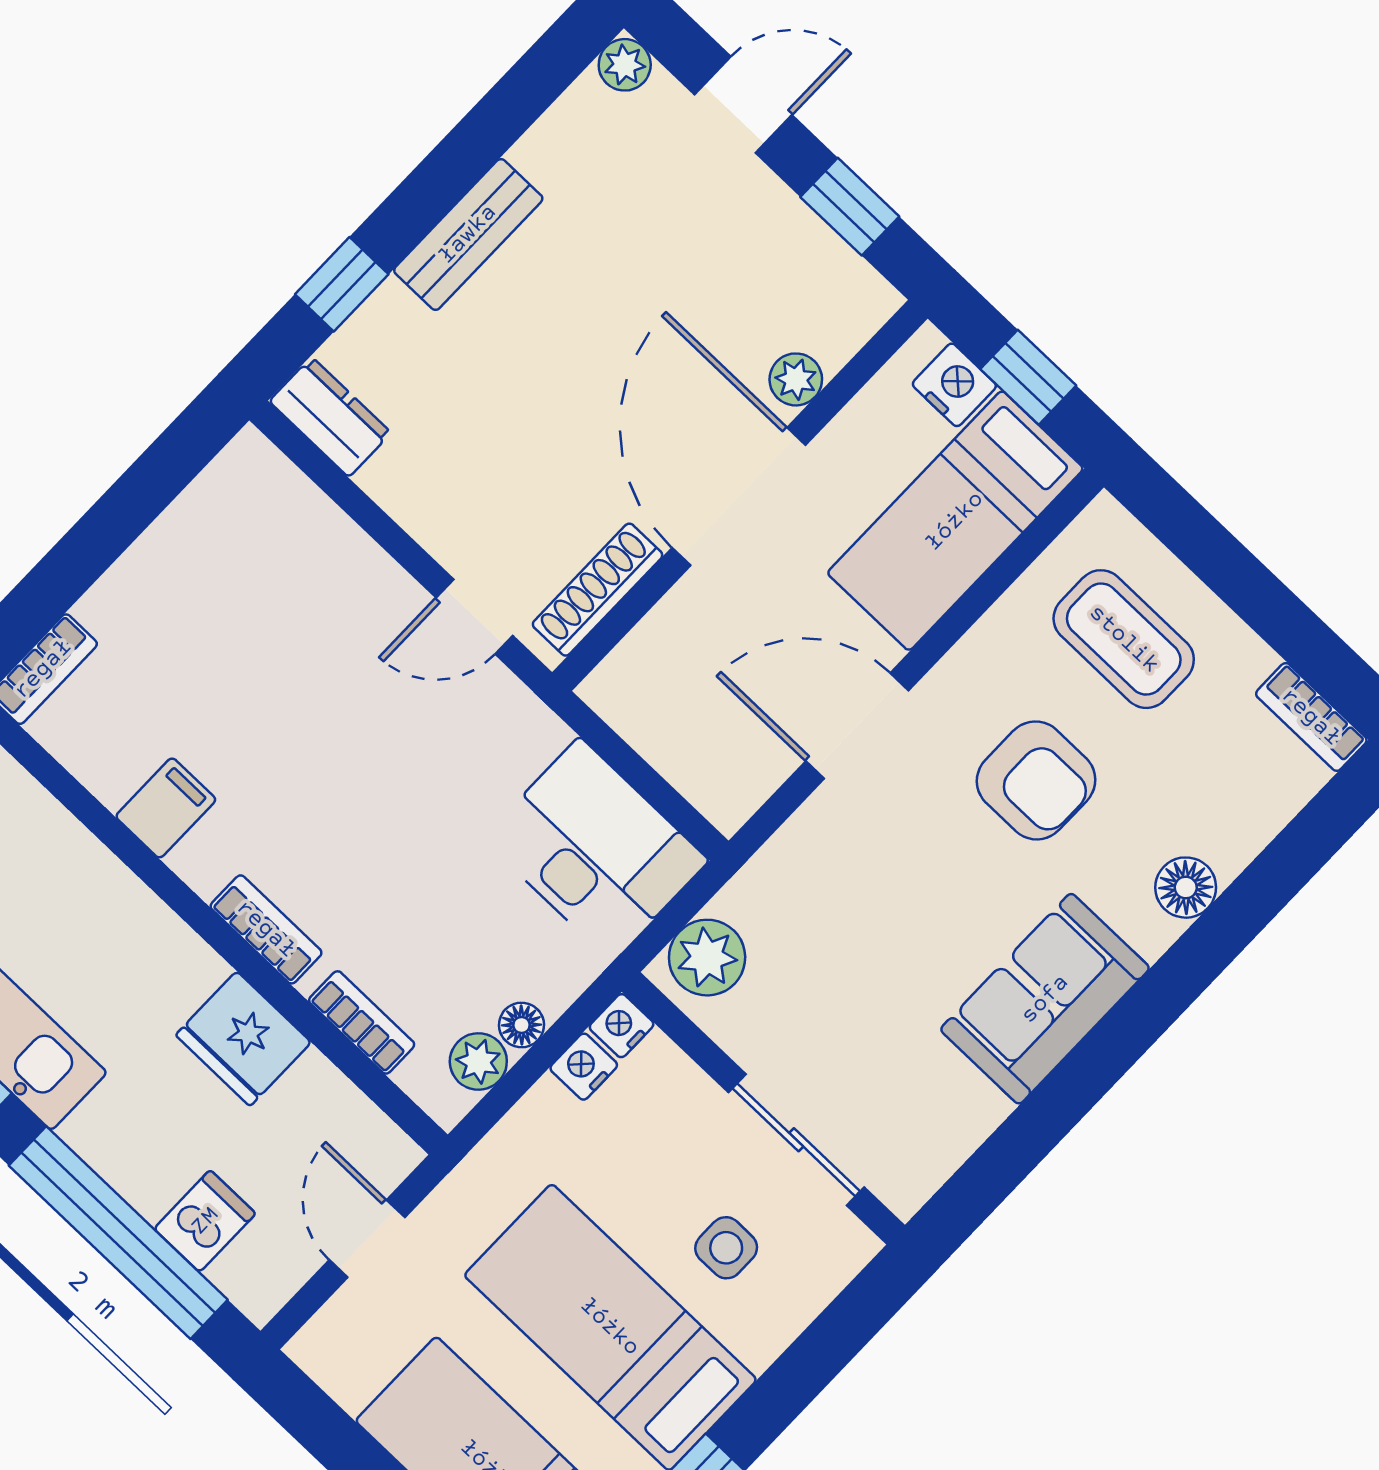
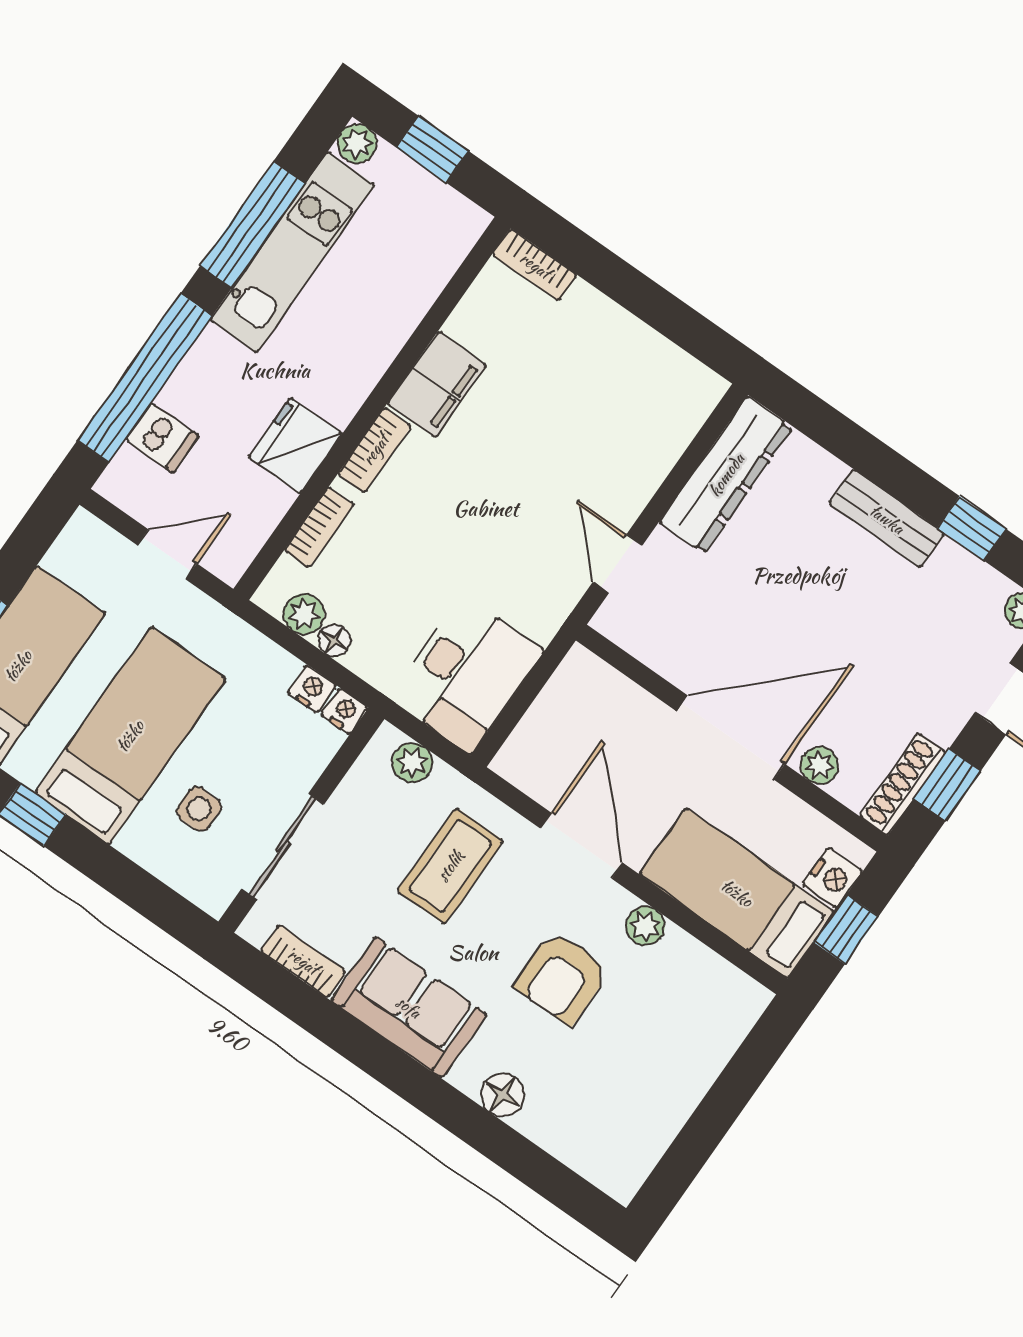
window: (342, 284) -> (972, 528), moved
dresser: (330, 417) -> (726, 475), width x1.96, depth x1.24
shoe rack: (598, 590) -> (903, 784), moved, turned -90
coffee table: (1124, 639) -> (450, 866), moved
plant: (982, 654) -> (645, 926), added
bookcase: (1311, 717) -> (303, 961), moved, turned 90
filing cabinet: (166, 808) -> (437, 384), width x2.00
plant: (707, 958) -> (412, 763), width x0.73, depth x0.73

